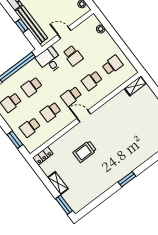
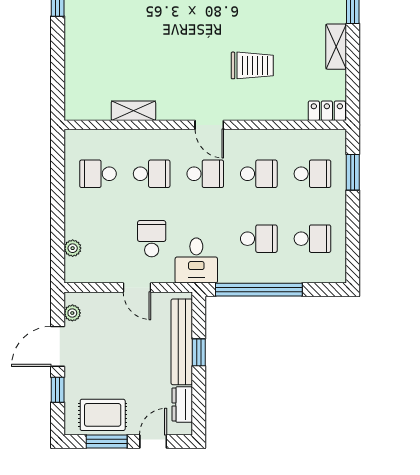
shelving: (135, 86) -> (133, 111), moved

